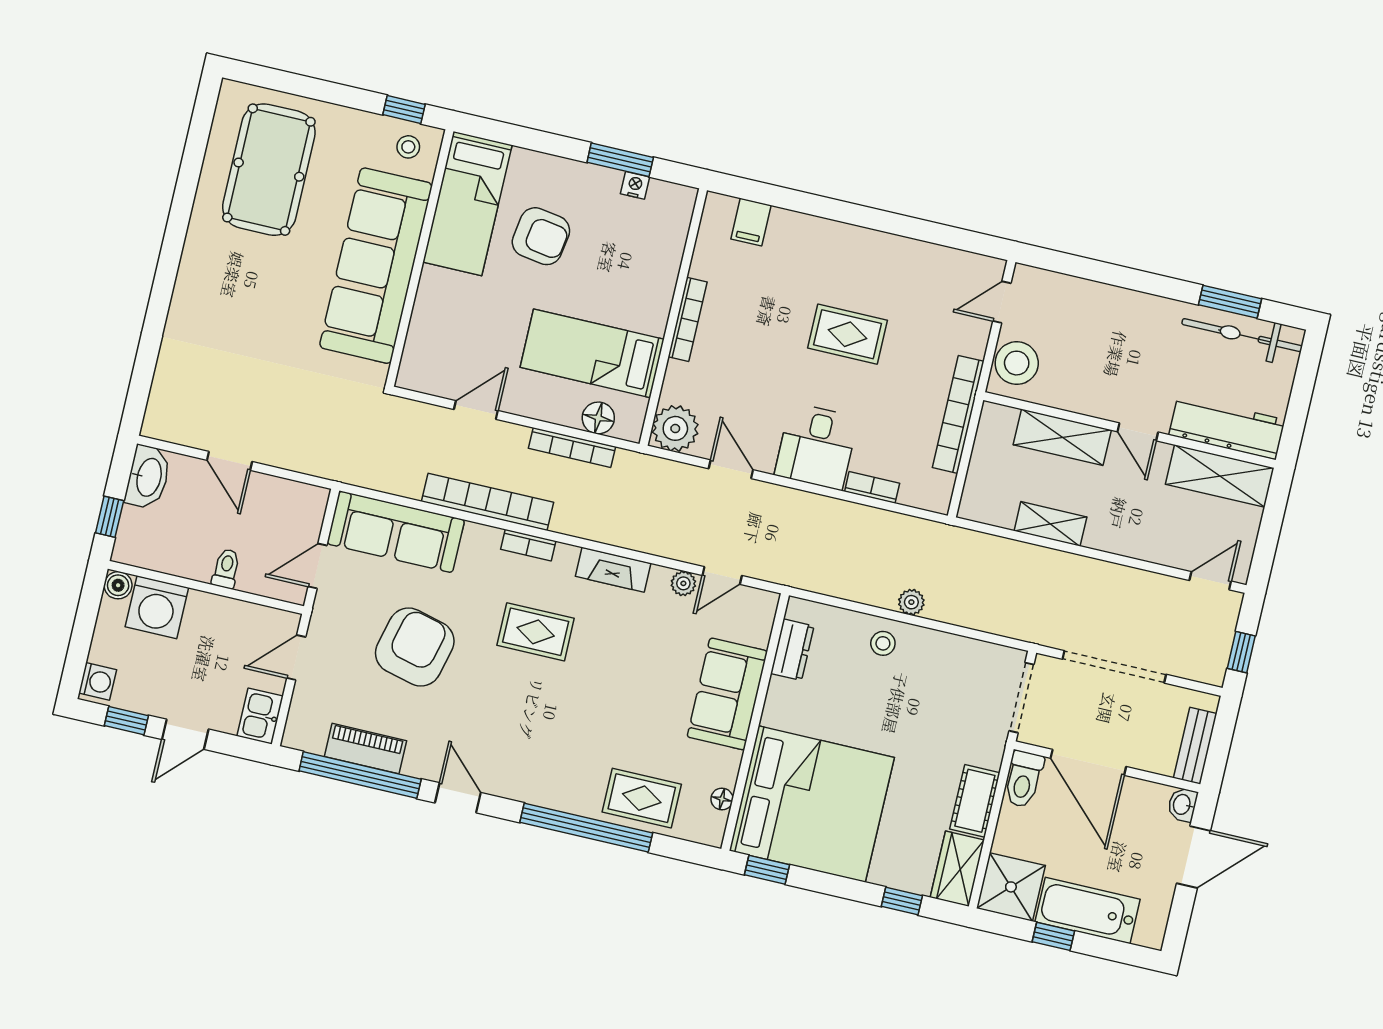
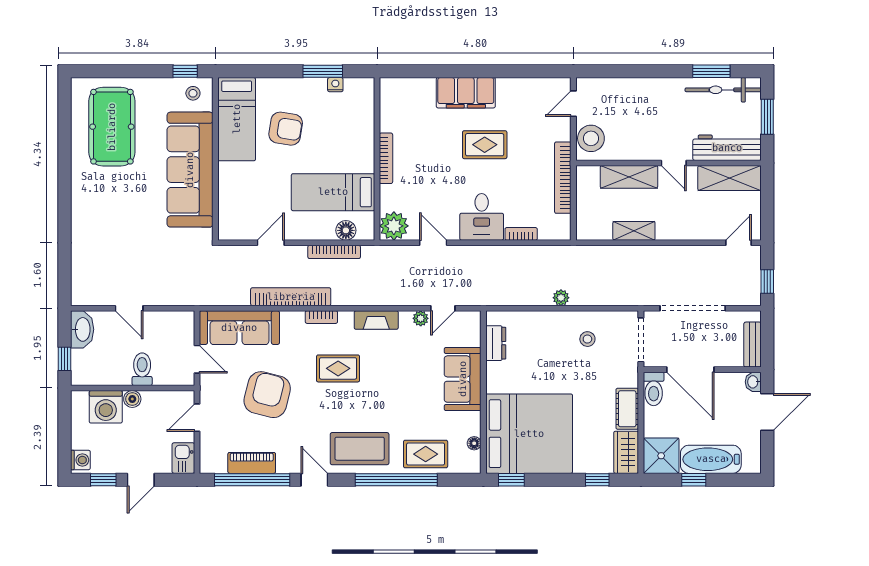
filing cabinet: (751, 222) -> (466, 93), moved, width x3.00, depth x1.17
window: (1301, 394) -> (767, 117), added
door: (318, 566) -> (197, 359), swing flipped
toilet: (226, 569) -> (142, 369), width x1.37, depth x1.39
boiler: (118, 585) -> (132, 399), moved
stool: (883, 643) -> (587, 339), moved
coffee table: (540, 766) -> (360, 449), added

